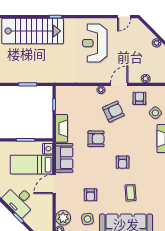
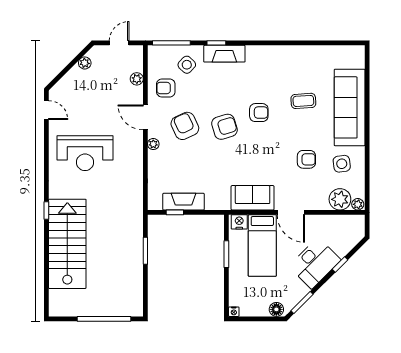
fireplace: (61, 128) -> (183, 202), moved
armchair: (96, 139) -> (224, 127), moved, turned 73

